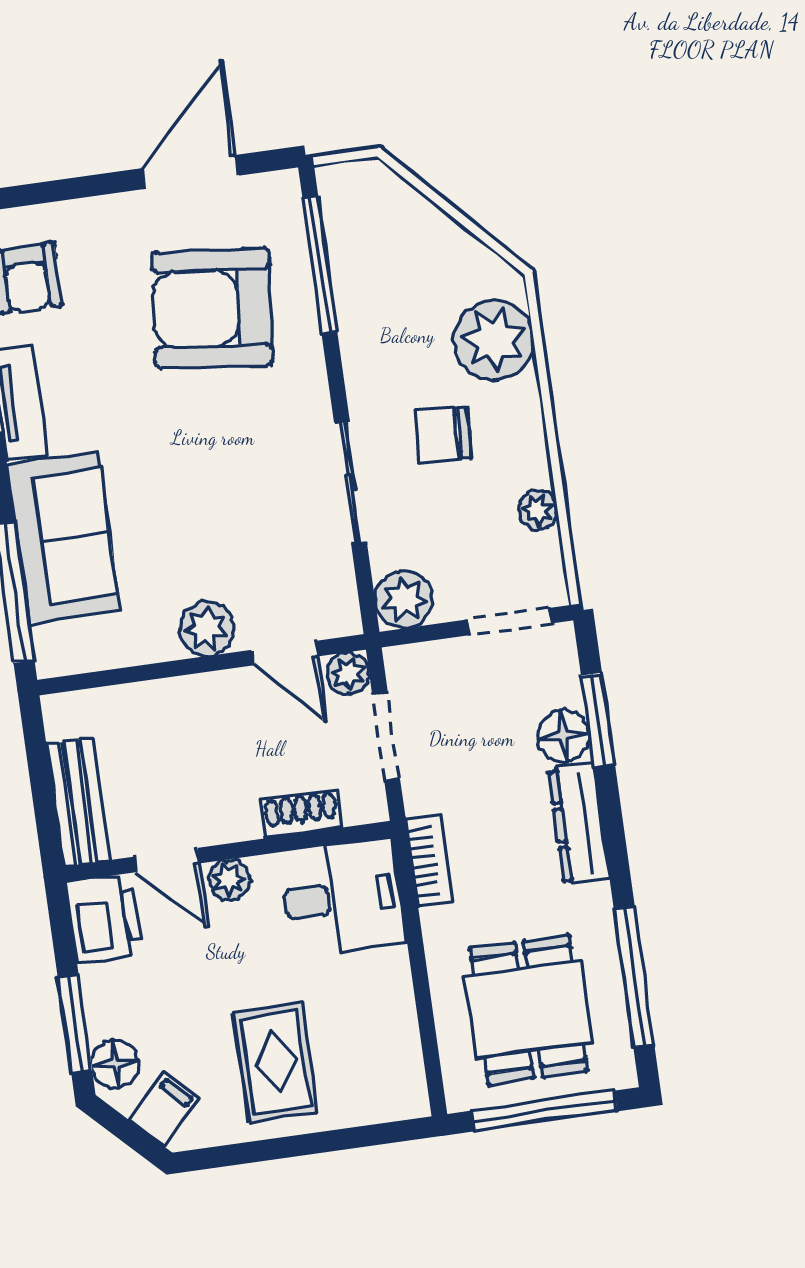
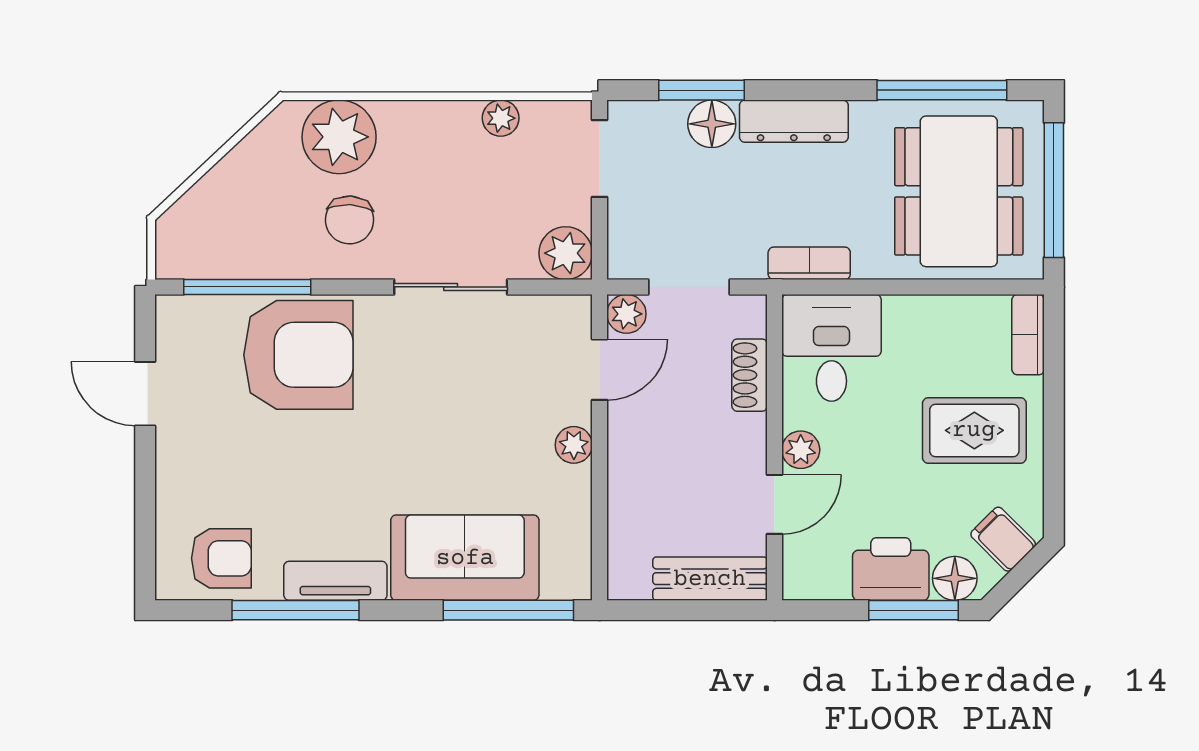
door: (191, 172) -> (145, 394), width x0.73
armchair: (212, 308) -> (298, 355), moved, turned -96
chair: (443, 435) -> (349, 220), moved
plant: (207, 629) -> (574, 445), width x0.73, depth x0.73
printer: (105, 918) -> (891, 569), moved
dining table: (529, 1010) -> (959, 191), width x1.38
bookcase: (386, 1105) -> (1028, 335), added

